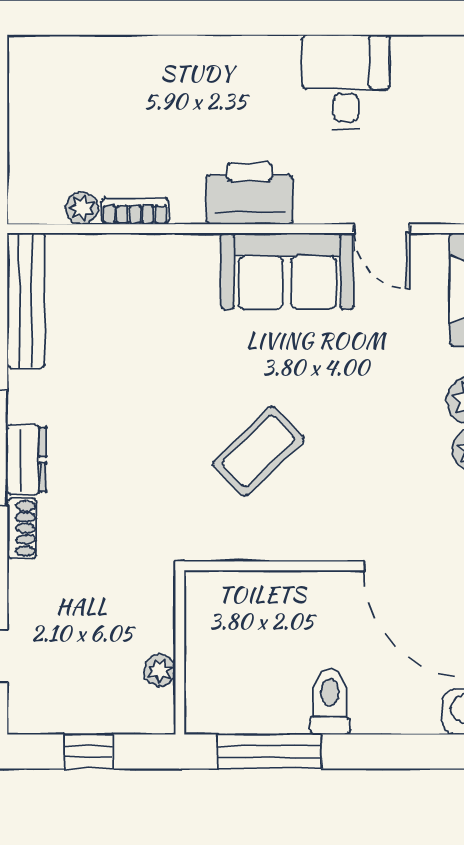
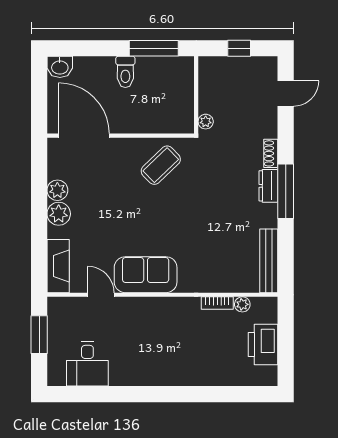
desk: (346, 82) -> (87, 364), moved
printer: (249, 193) -> (263, 345), moved, turned 90
coffee table: (258, 451) -> (161, 165), moved
plant: (160, 670) -> (206, 122), moved

